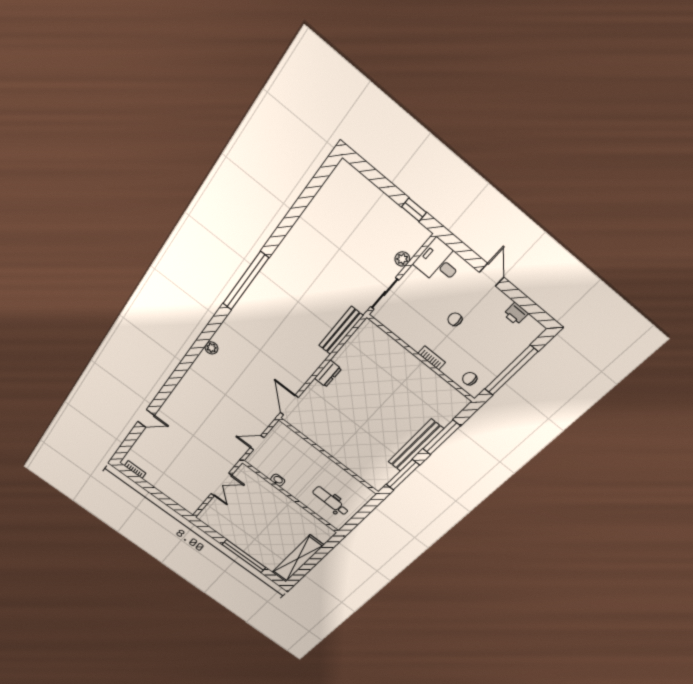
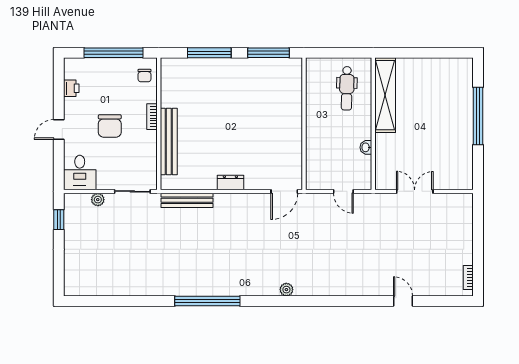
chair: (455, 319) -> (110, 126), width x1.87, depth x1.87
bench: (416, 445) -> (169, 141), moved, turned 90
shelving: (298, 559) -> (385, 95), moved, turned 90

